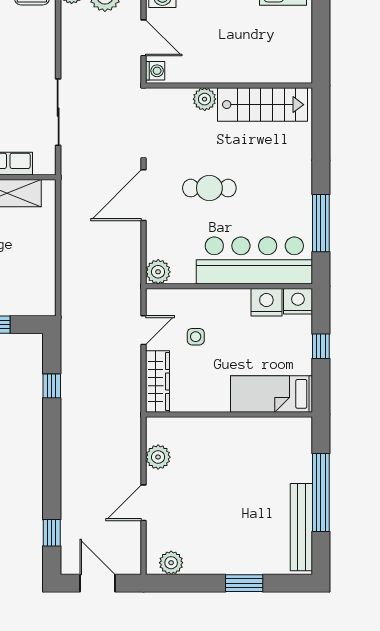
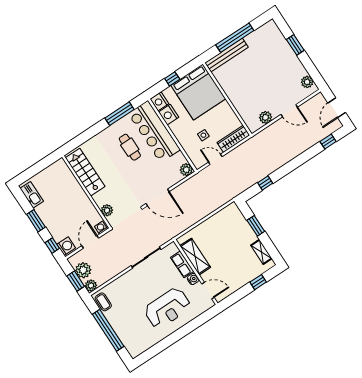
plant: (205, 99) -> (107, 210), moved
cafe table: (209, 188) -> (130, 147), moved
bed: (271, 394) -> (198, 92), width x2.04
bench: (301, 527) -> (227, 55), moved

